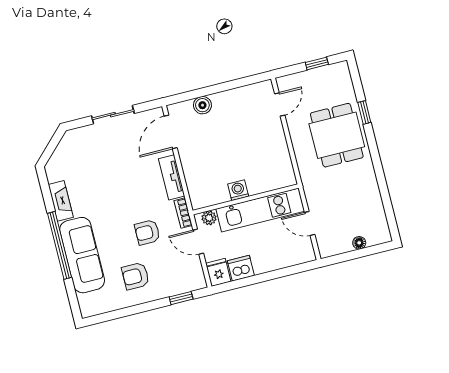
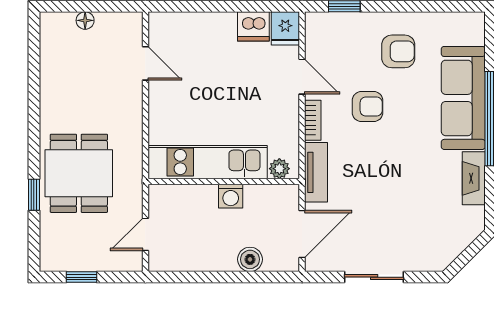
washing machine: (238, 190) -> (231, 196), moved
wall: (246, 199) -> (224, 181), moved
kitchen unit: (260, 210) -> (208, 162), moved
plant: (209, 218) -> (279, 169), moved

